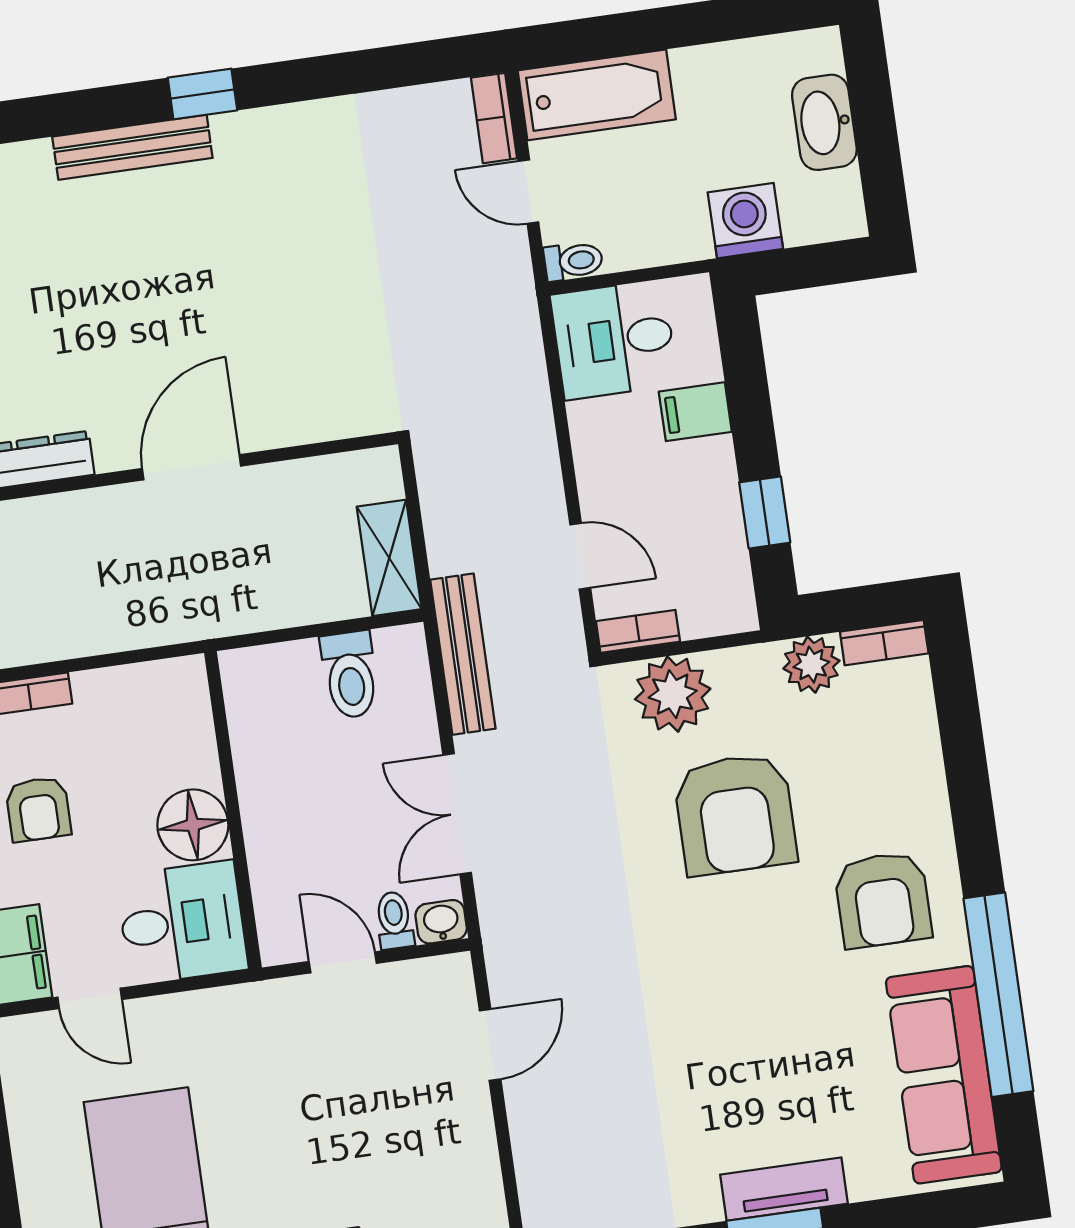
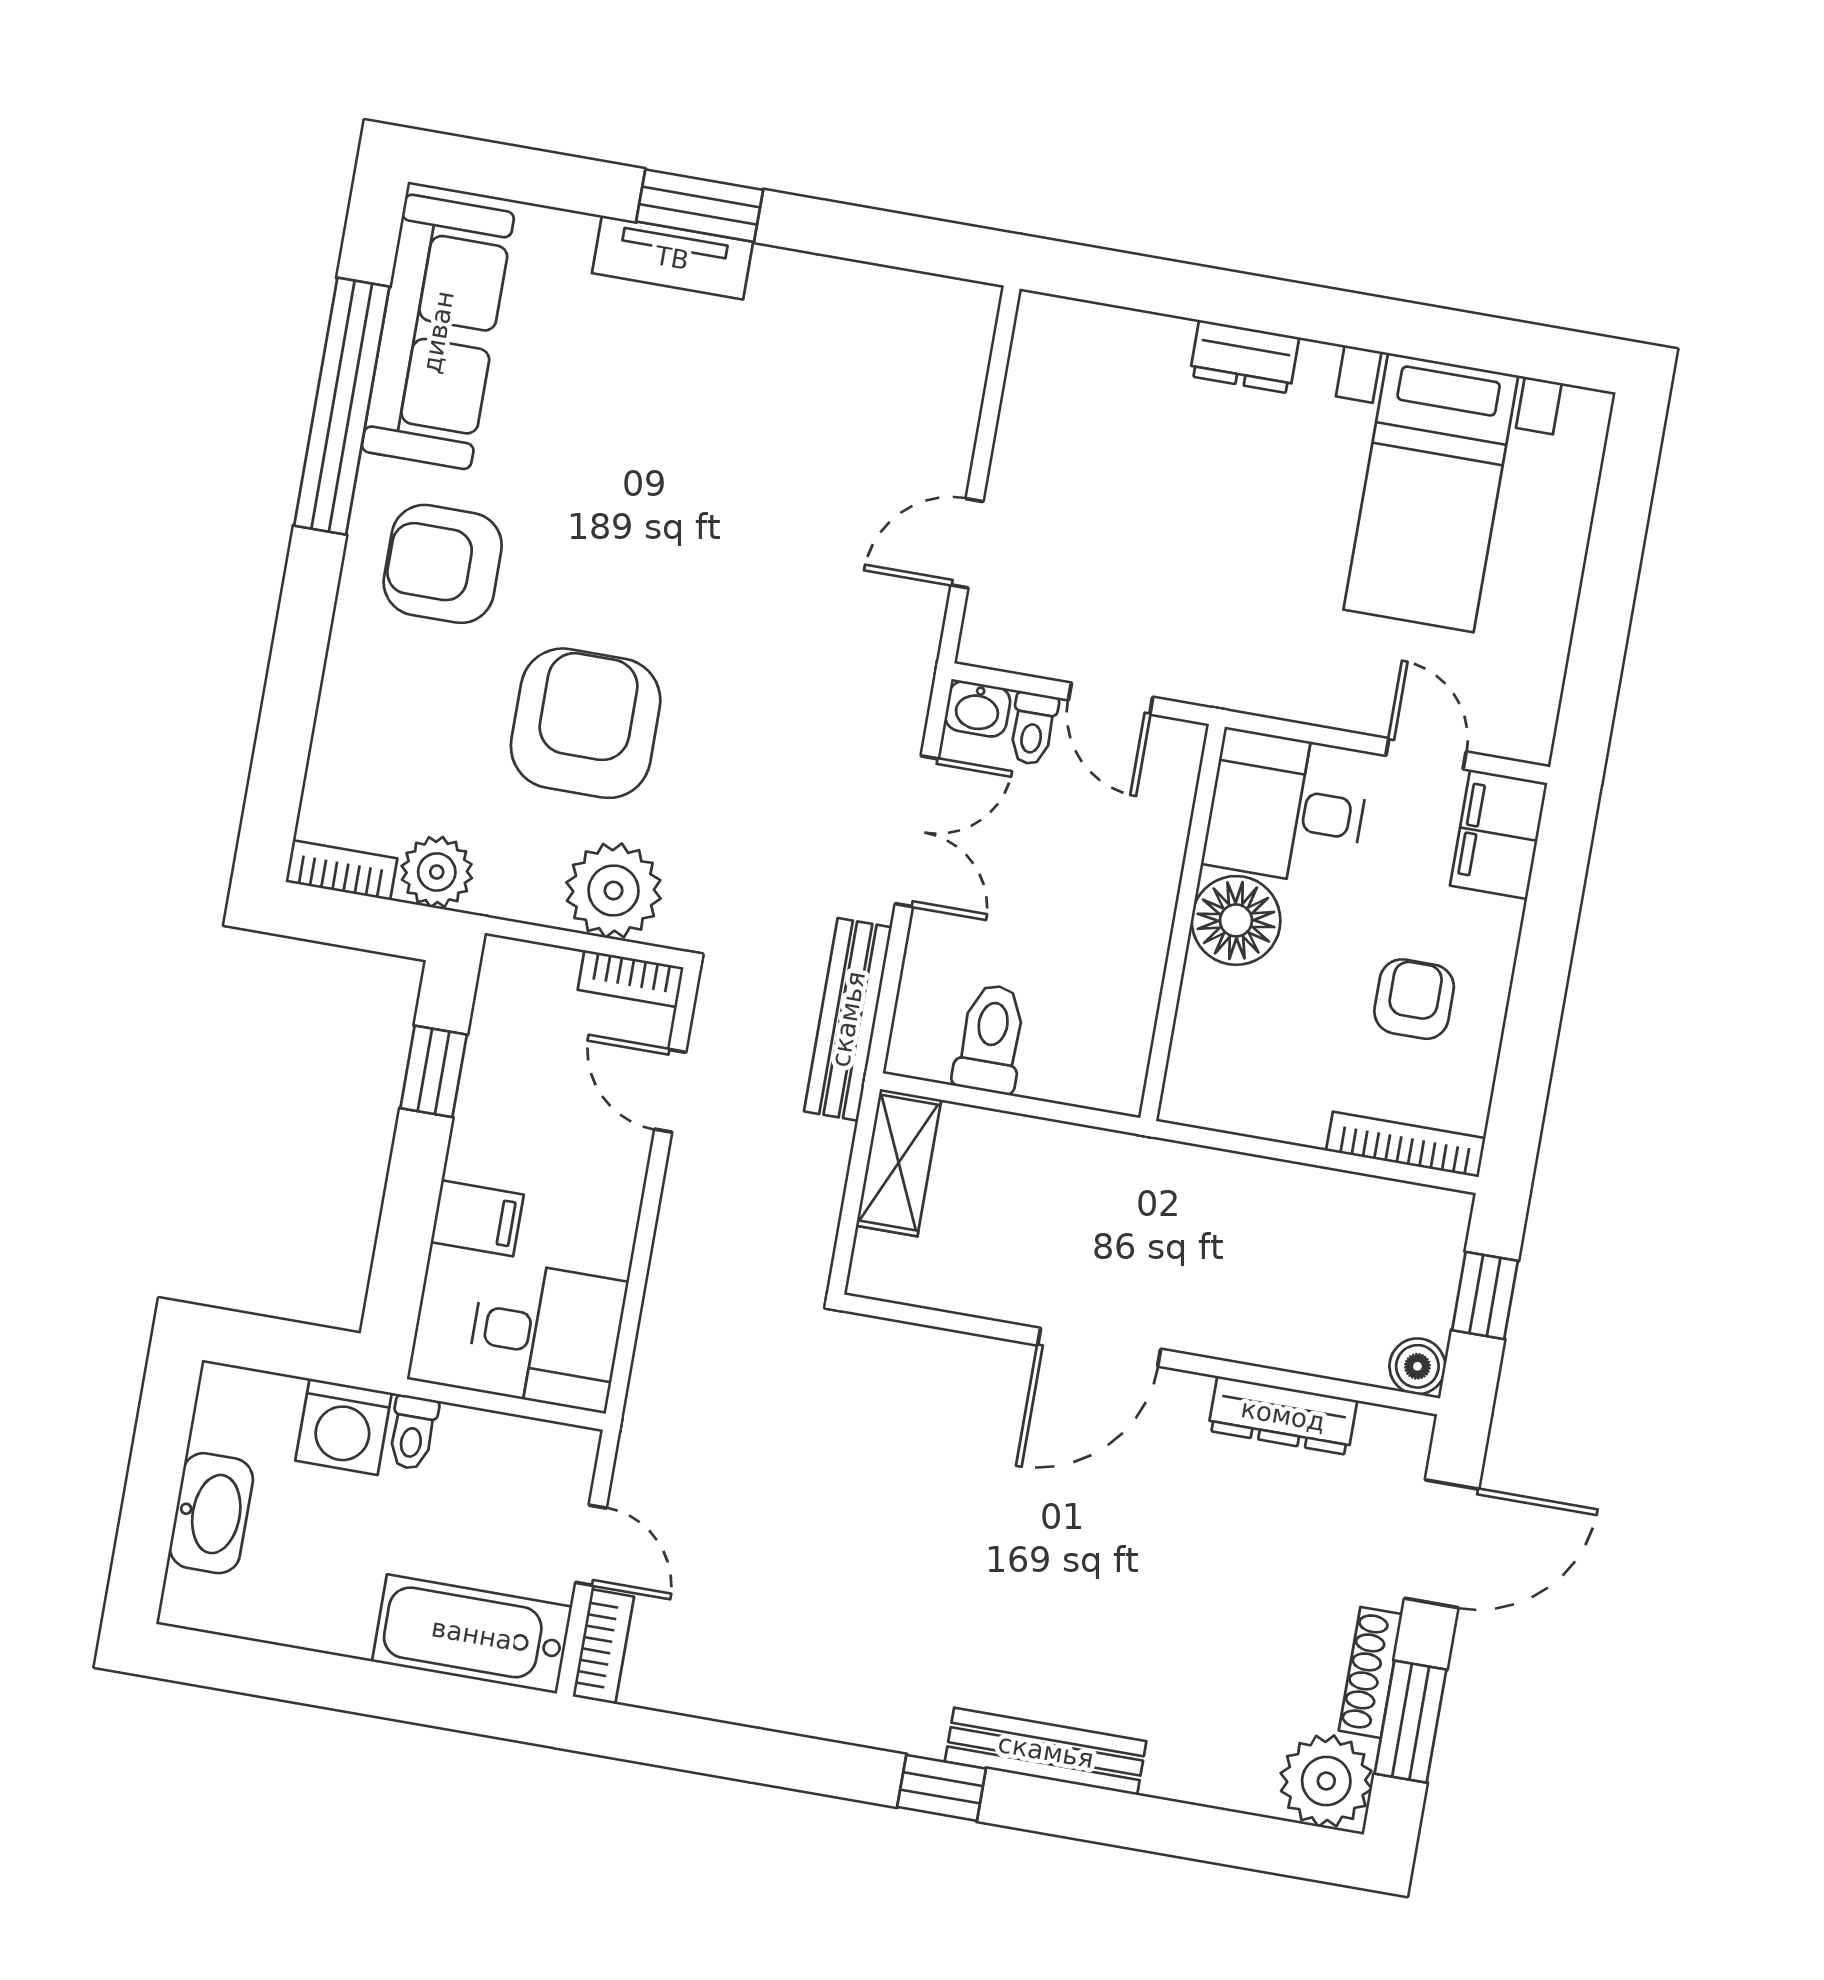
toilet: (573, 261) -> (413, 1433), moved, turned -90
armchair: (883, 900) -> (443, 564), turned -90

